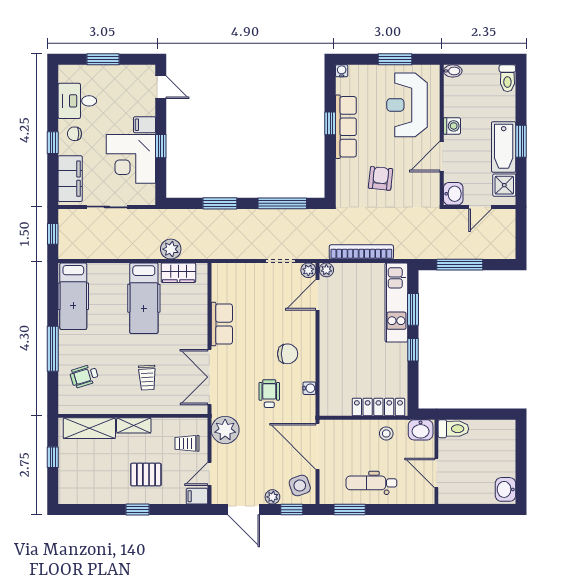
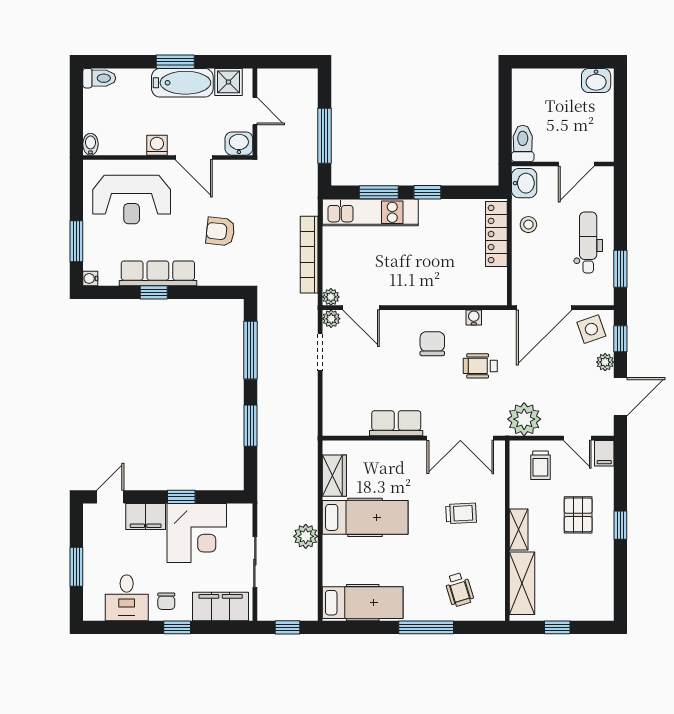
window: (395, 59) -> (76, 241), moved
filing cabinet: (145, 125) -> (146, 517), width x2.00
plant: (171, 249) -> (306, 536), moved
dental chair: (371, 483) -> (588, 242), turned 180

